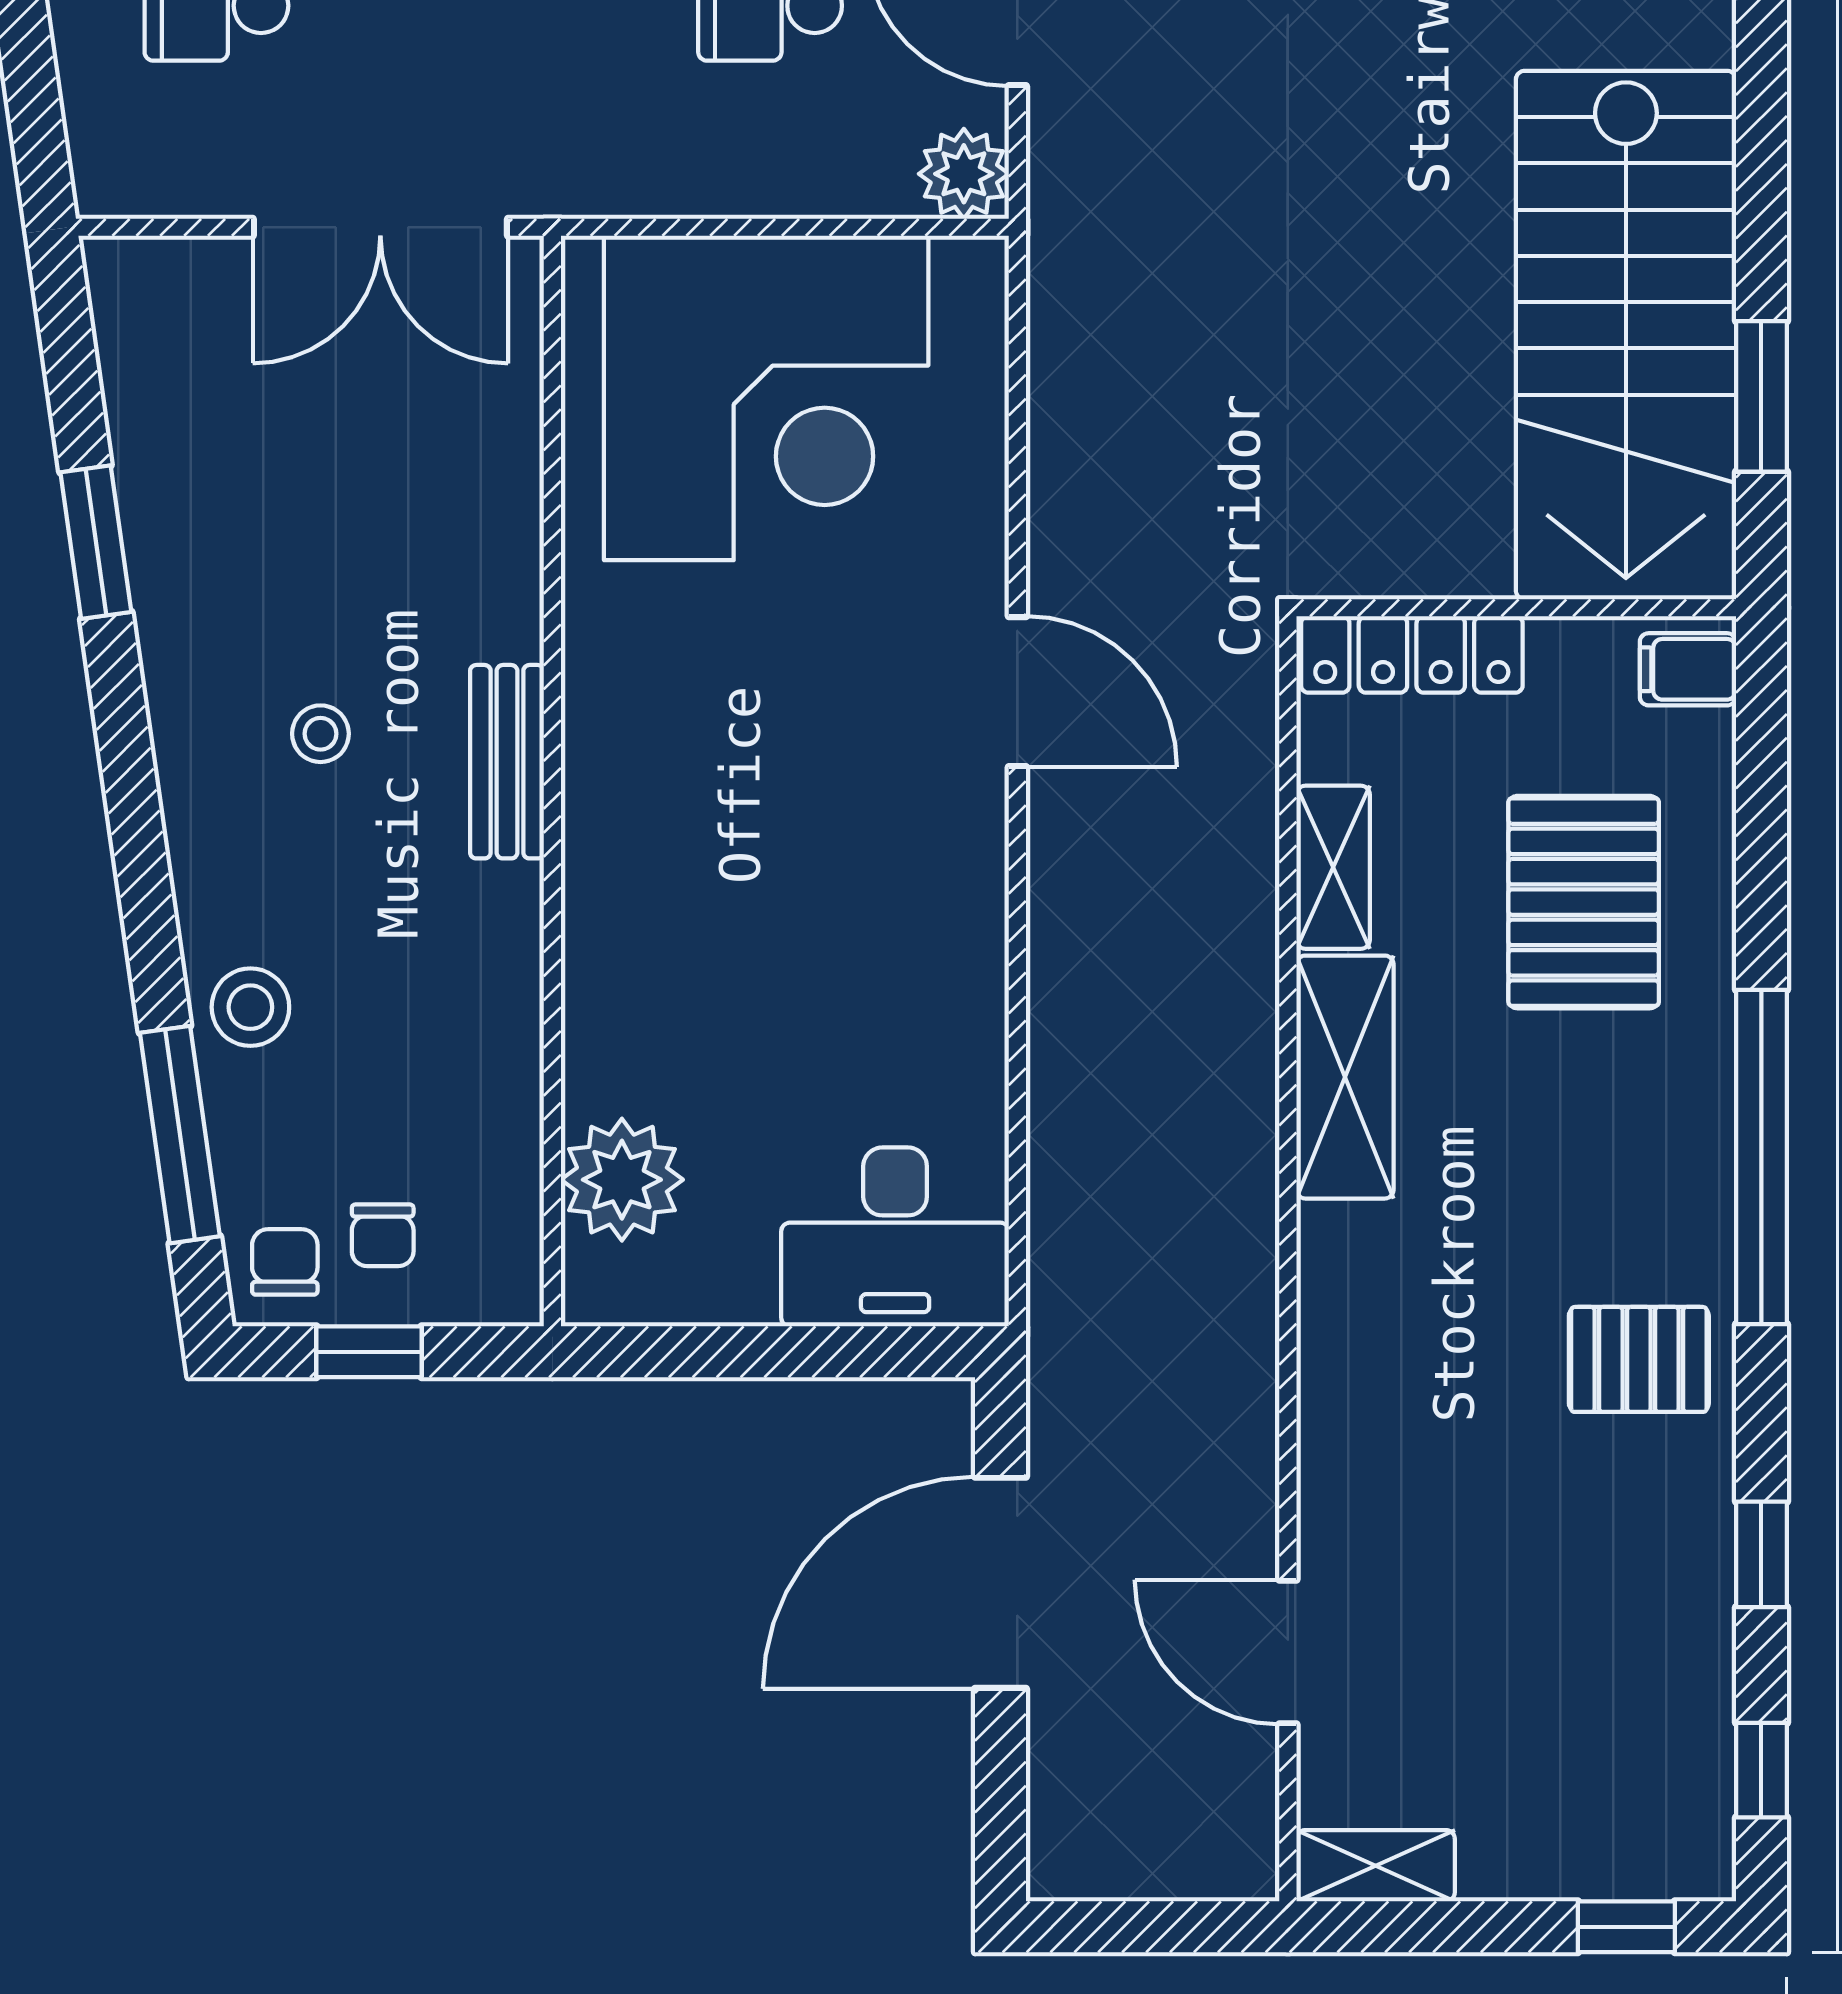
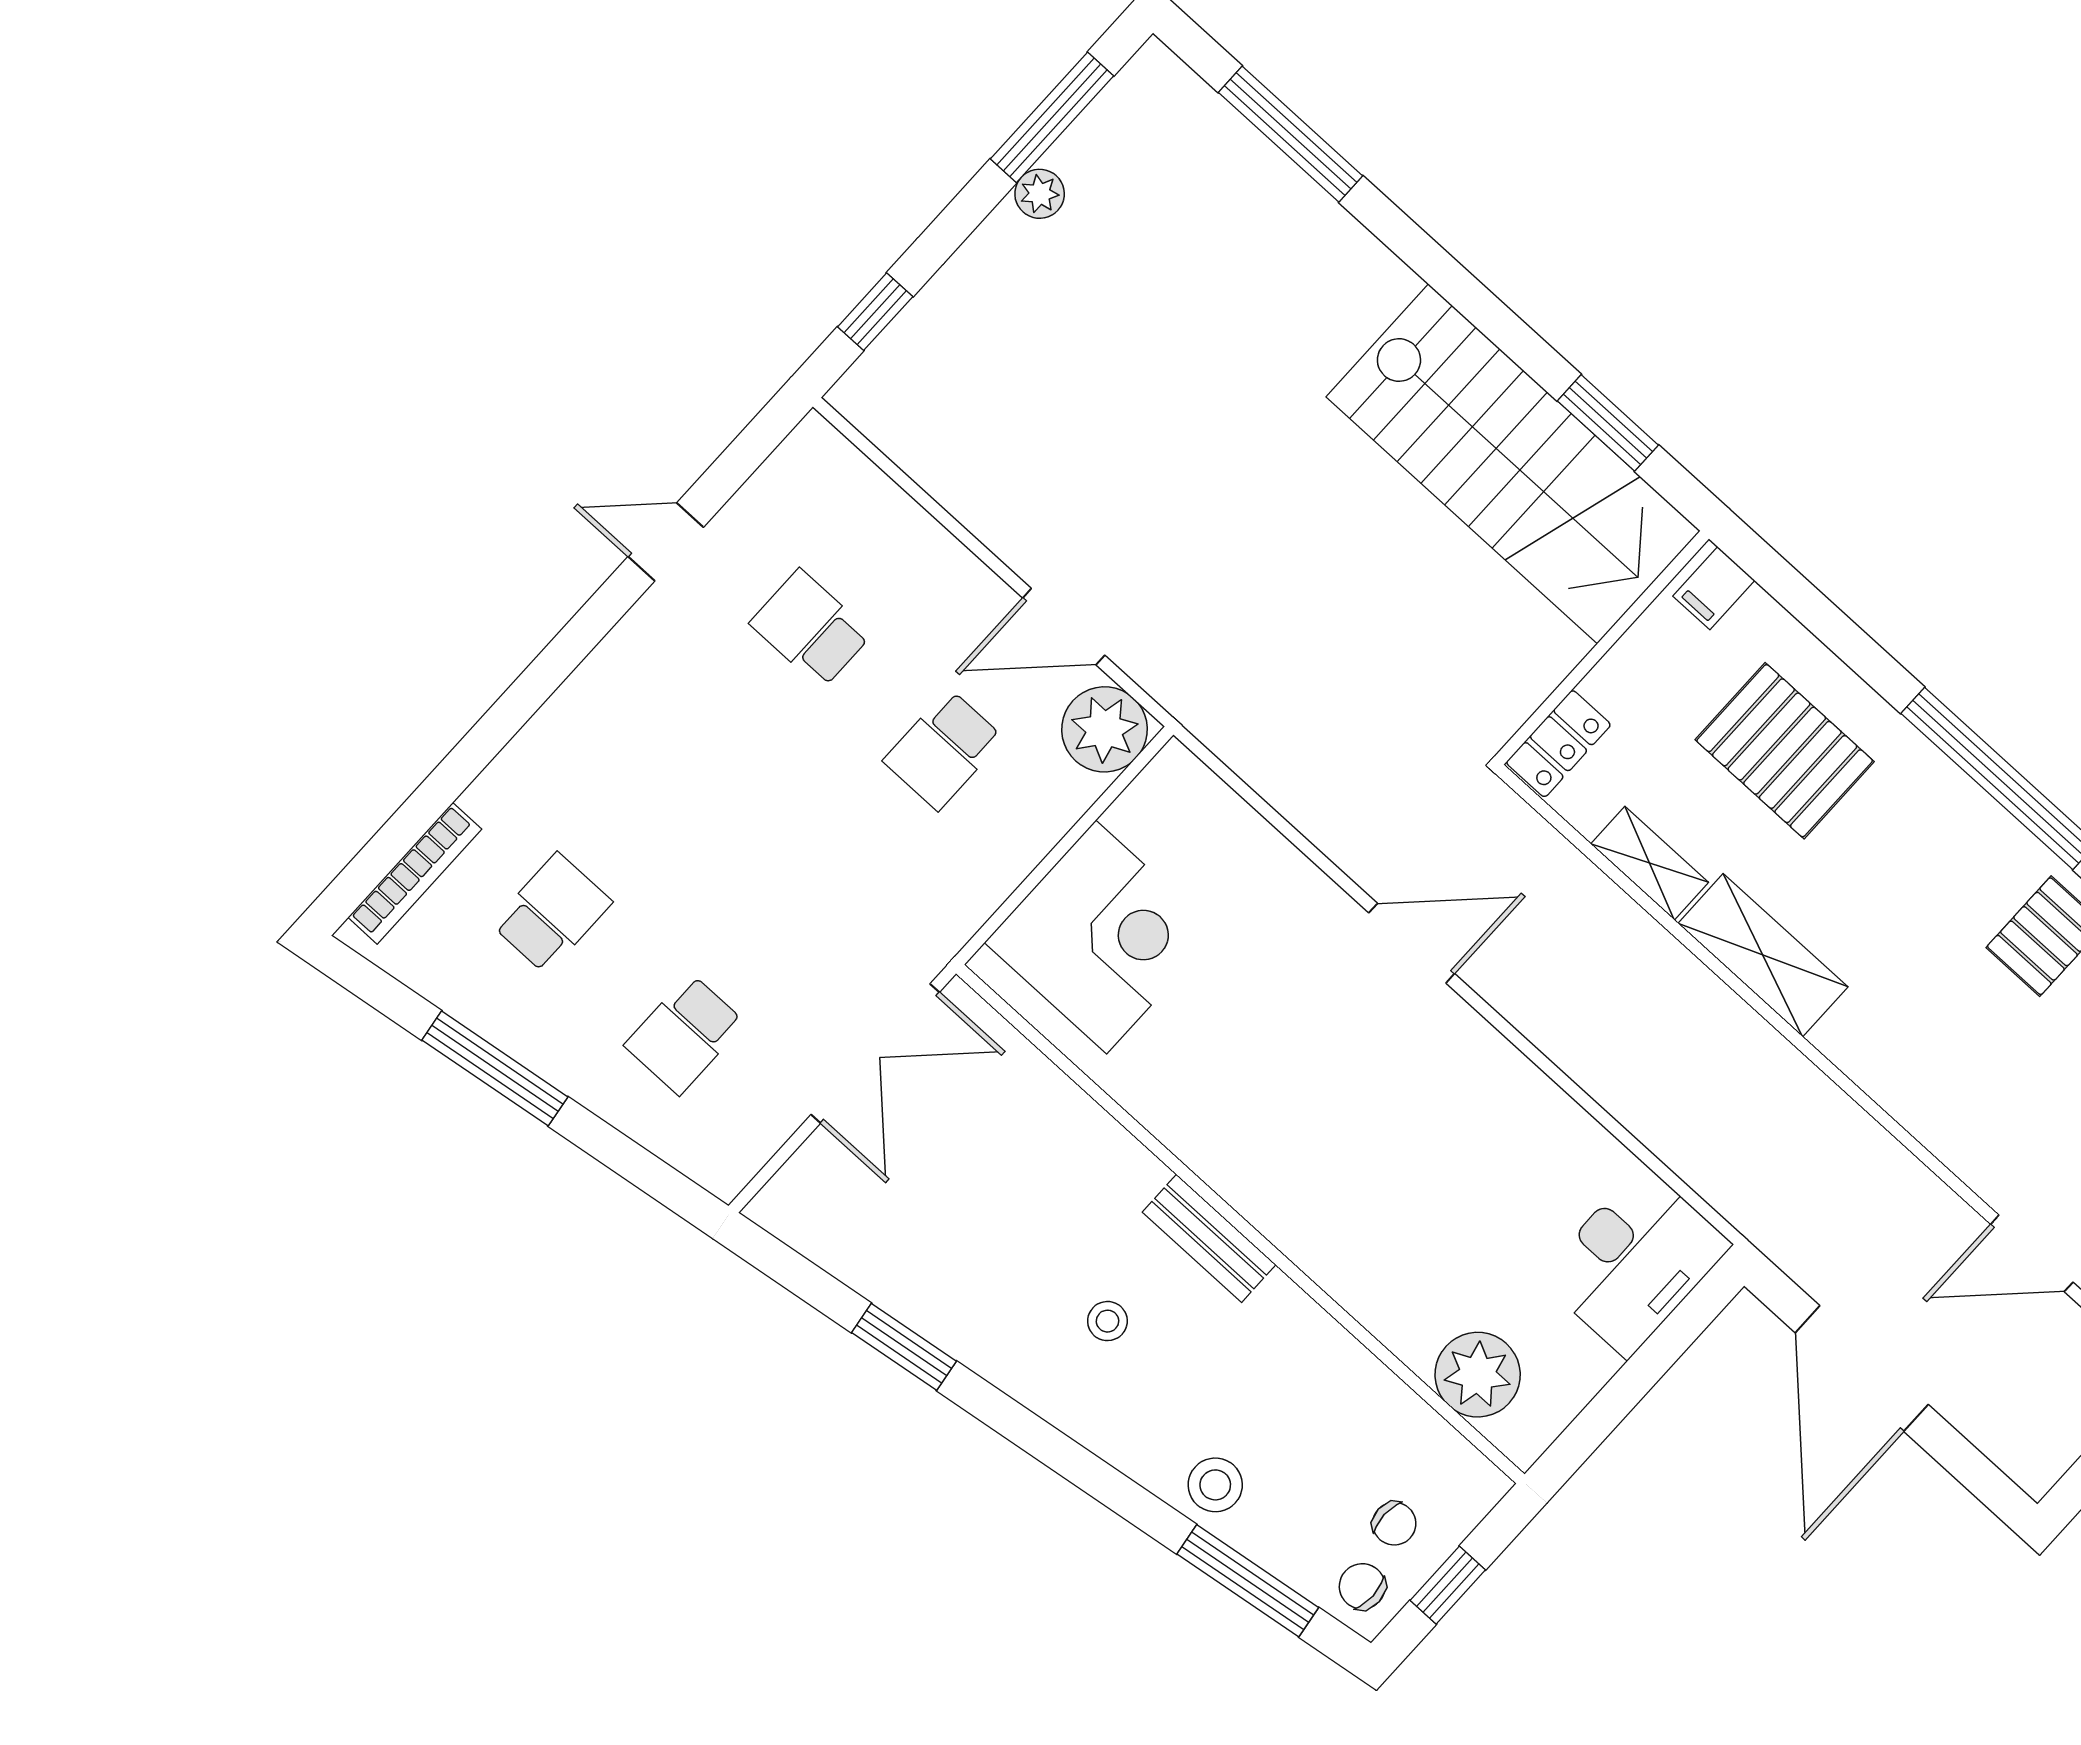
plant: (964, 174) -> (1104, 729), width x1.36, depth x1.36
corner desk: (766, 398) -> (1101, 937), width x0.74, depth x0.74
locker: (1412, 654) -> (1558, 744), width x0.66

